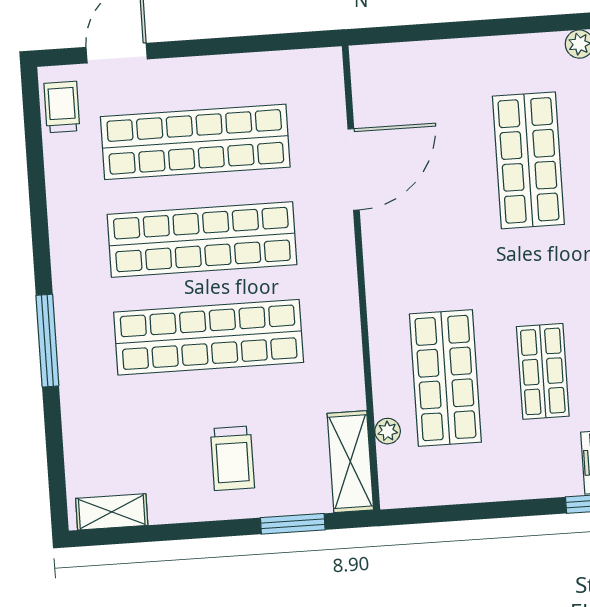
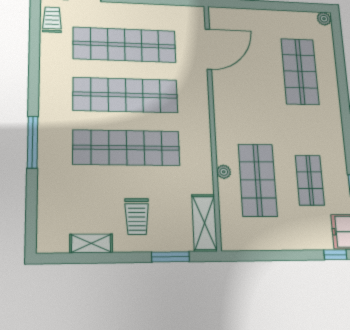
door: (354, 170) -> (208, 49), moved
plant: (388, 431) -> (224, 172), moved
shelving: (112, 512) -> (91, 243), moved

